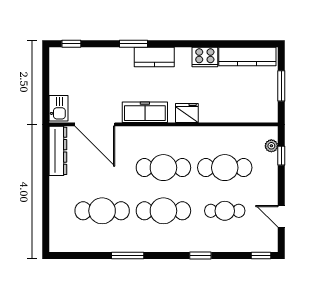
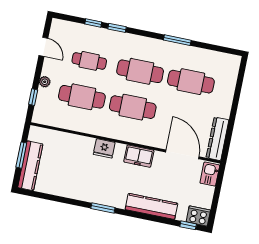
window: (134, 44) -> (103, 208), moved
kitchen counter: (154, 57) -> (151, 206), moved, width x1.50
cooker: (205, 57) -> (198, 216), moved
kitchen counter: (247, 57) -> (30, 166), moved, turned 90
freezer: (145, 112) -> (139, 156), width x0.71
plant: (271, 146) -> (45, 82), moved
window: (261, 256) -> (93, 23), moved

